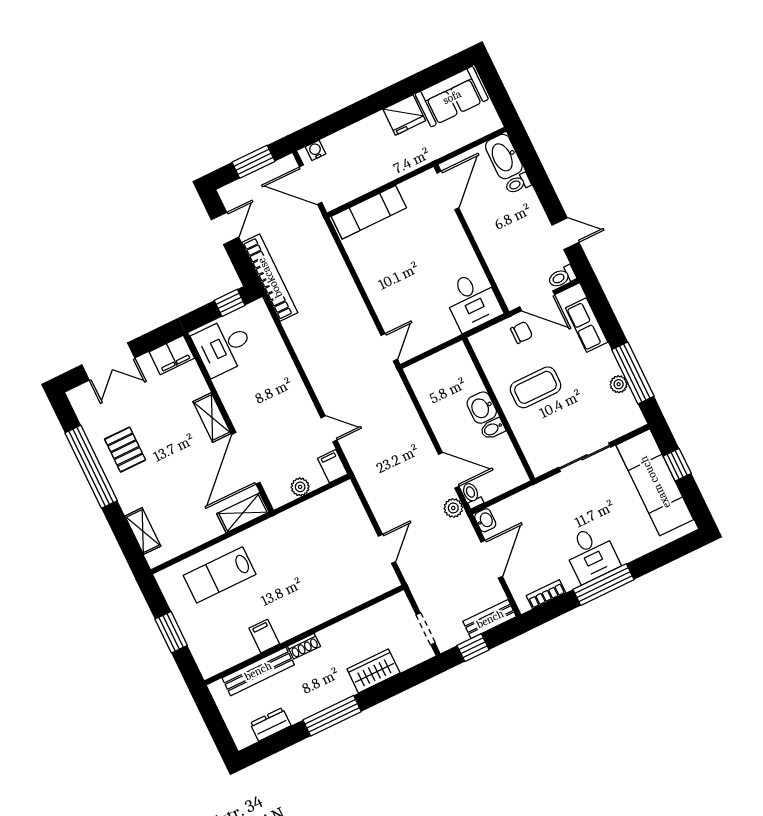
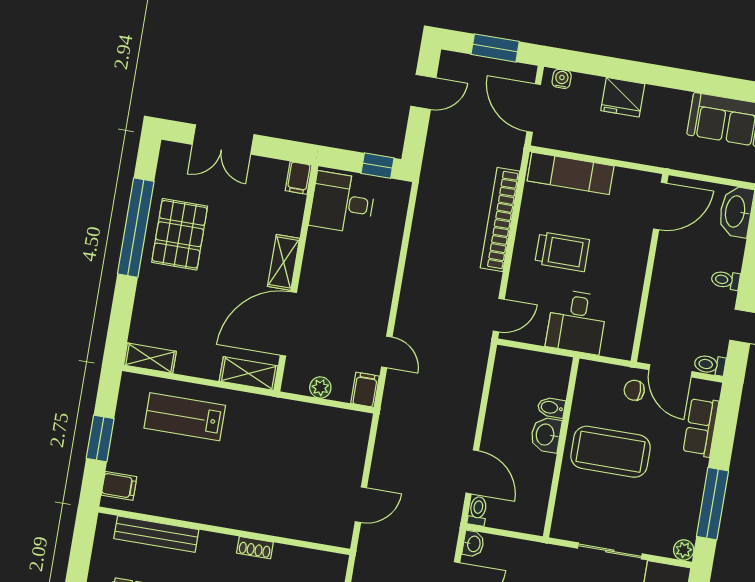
fridge: (404, 115) -> (623, 97), moved
toilet: (518, 183) -> (726, 280), moved
trolley: (402, 271) -> (562, 252), added
bookcase: (270, 278) -> (500, 219), moved, turned 180
desk: (472, 301) -> (577, 322), moved
chair: (522, 332) -> (634, 390), turned 180
filing cabinet: (172, 355) -> (299, 178), width x0.50
plant: (619, 384) -> (684, 550), moved
coffee table: (536, 387) -> (611, 452), width x1.36, depth x1.32
bidet: (493, 429) -> (551, 408), moved
pallet: (125, 450) -> (180, 234), width x1.50, depth x1.42
plant: (453, 508) -> (451, 511), removed
shelving: (143, 531) -> (150, 358), moved, turned 90
filing cabinet: (264, 636) -> (119, 486), moved, turned 90
shoe rack: (304, 646) -> (255, 548), moved

